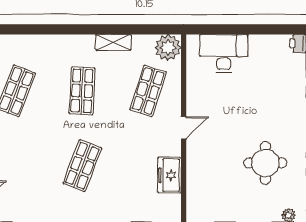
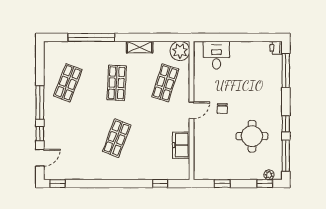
window: (48, 29) -> (91, 37), added
desk: (224, 53) -> (216, 55), width x0.73
chair: (225, 126) -> (222, 109), added

